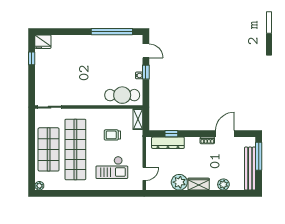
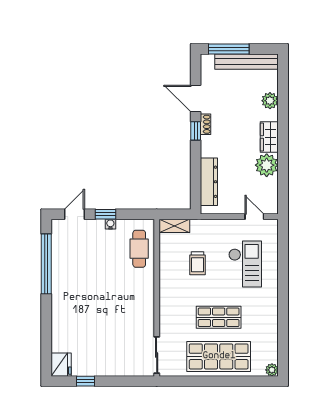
cafe table: (122, 95) -> (139, 249), width x0.73, depth x0.74
window: (171, 134) -> (196, 131), moved
shop shelf: (75, 149) -> (219, 317), width x0.50, depth x0.74

